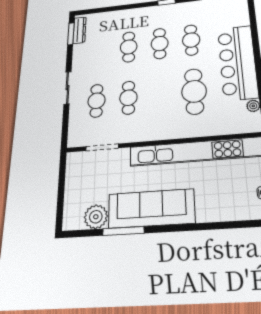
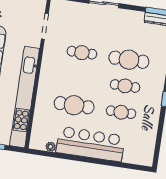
cafe table: (129, 47) -> (129, 60), width x1.37, depth x1.35
cafe table: (97, 101) -> (86, 26), removed

